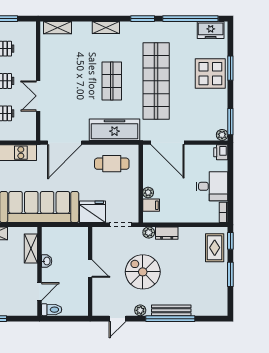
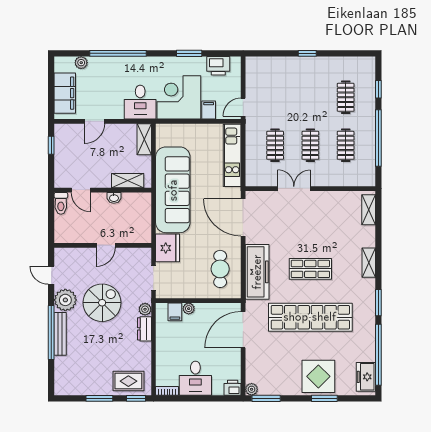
plant: (140, 310) -> (65, 300), width x1.88, depth x1.88

